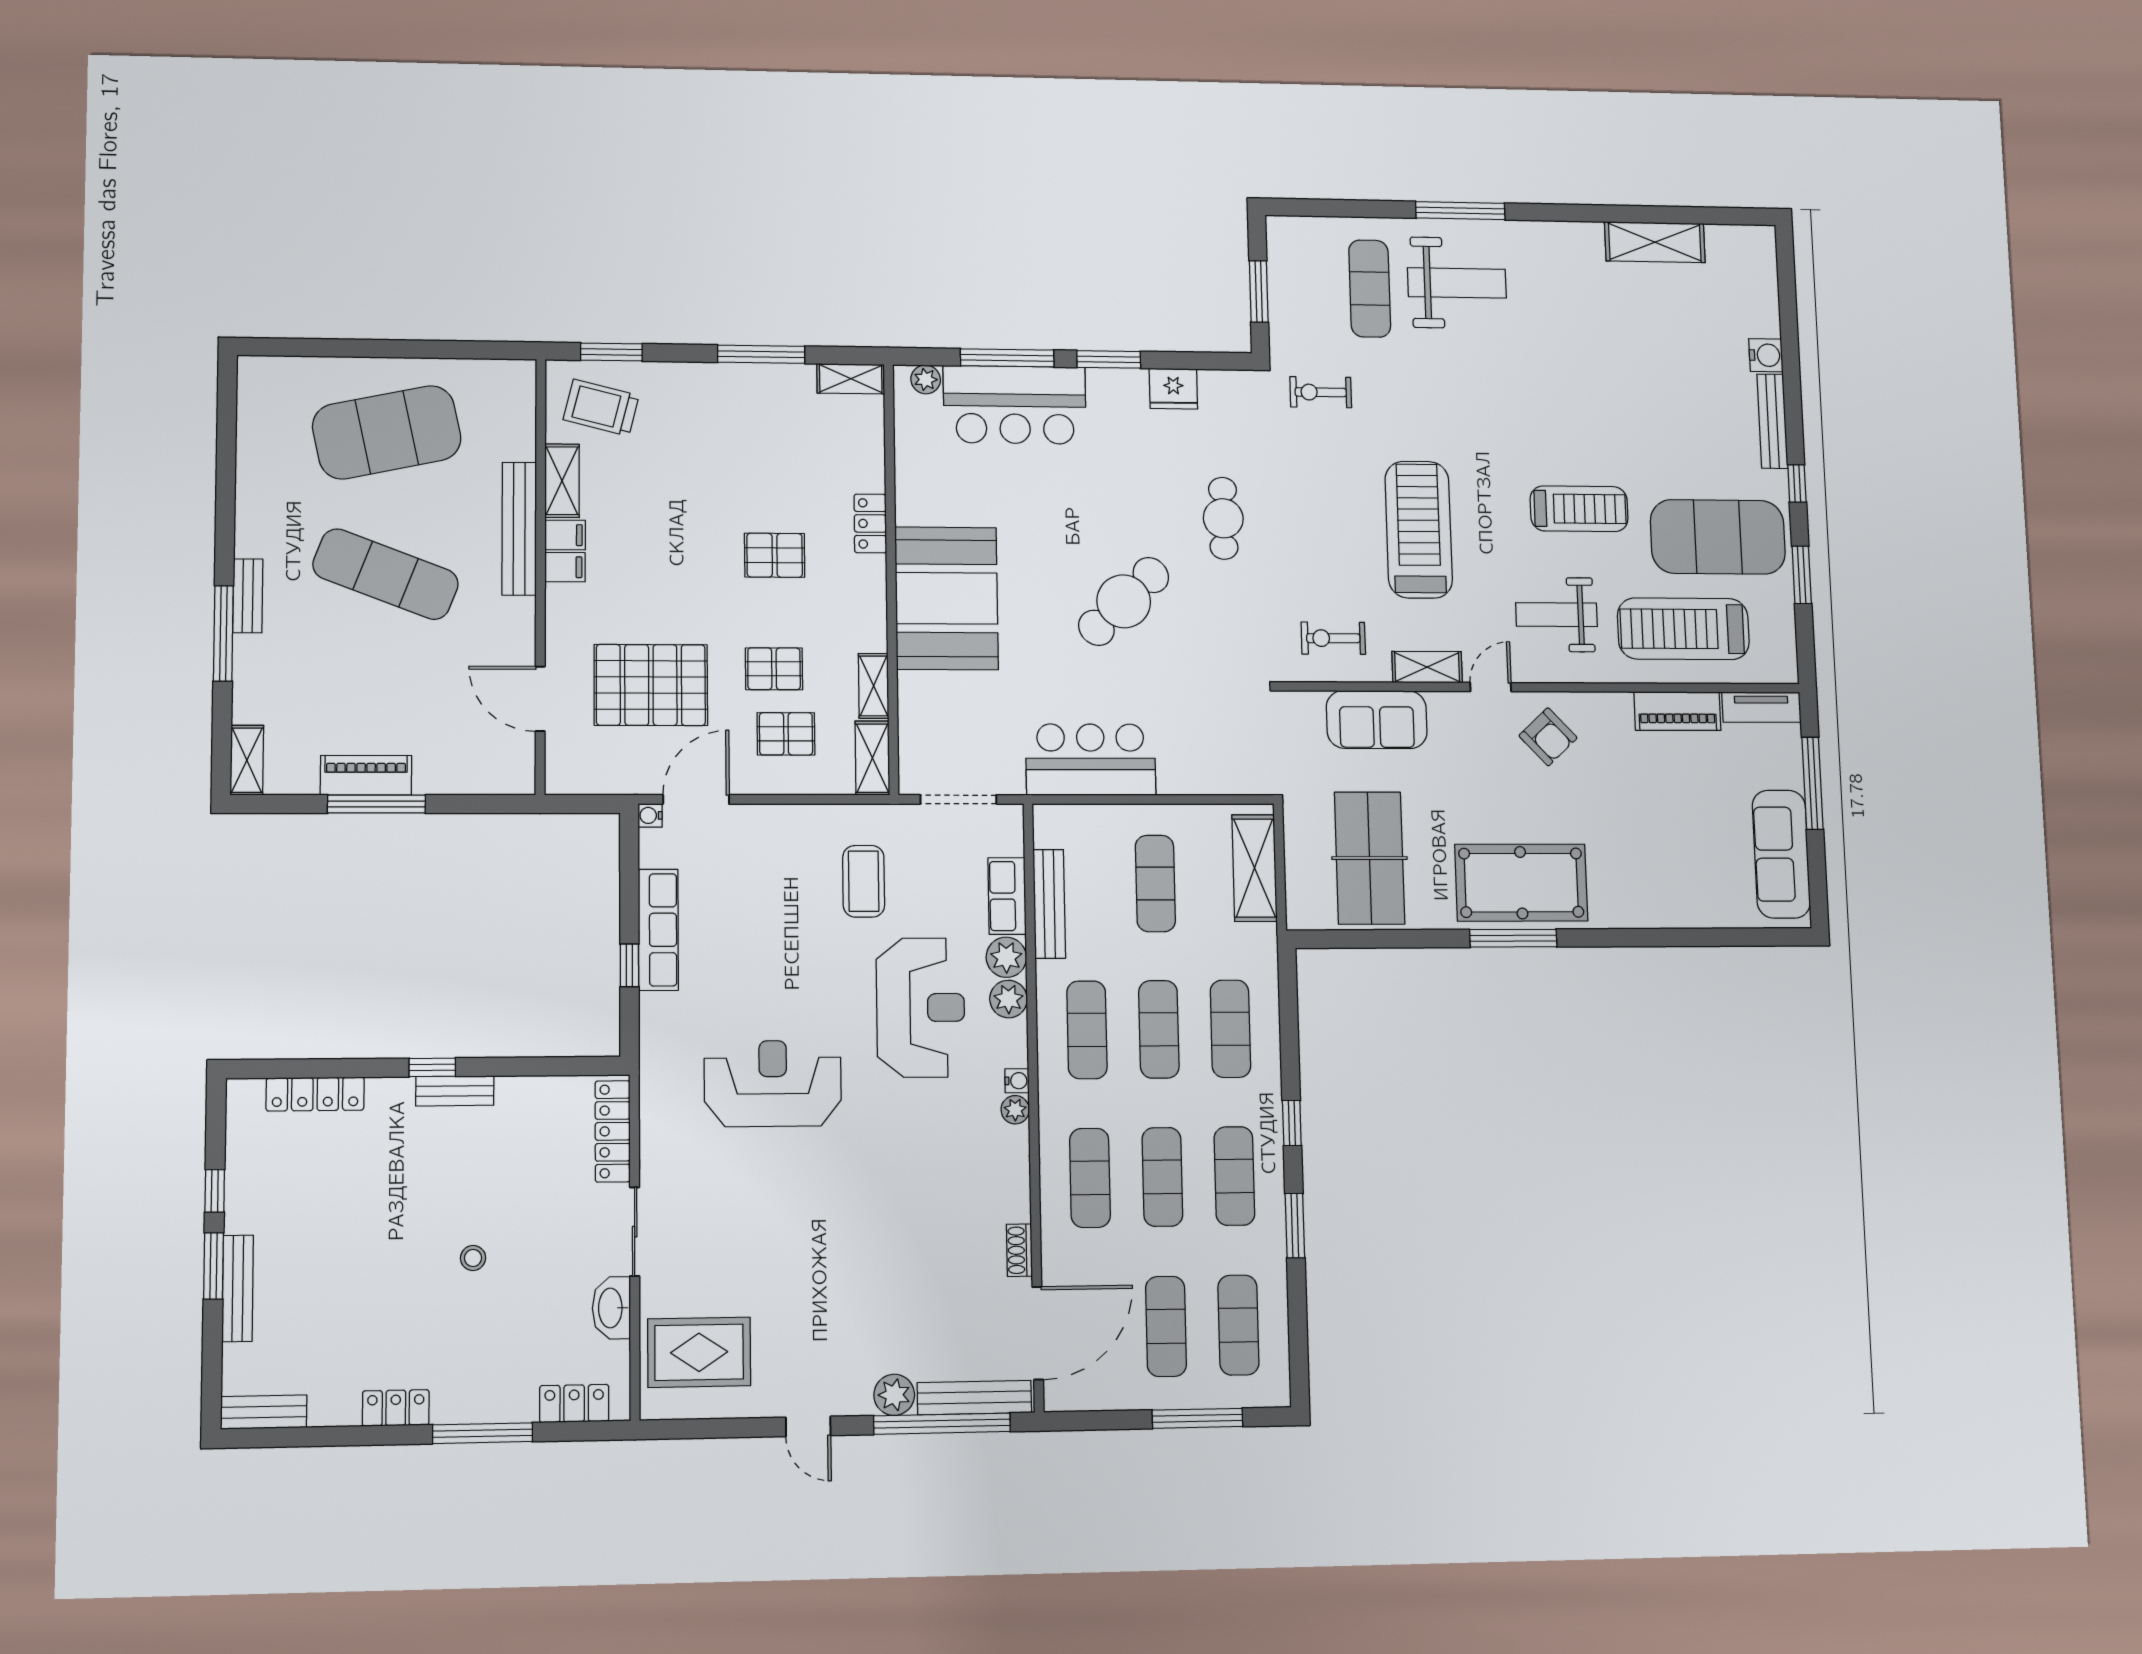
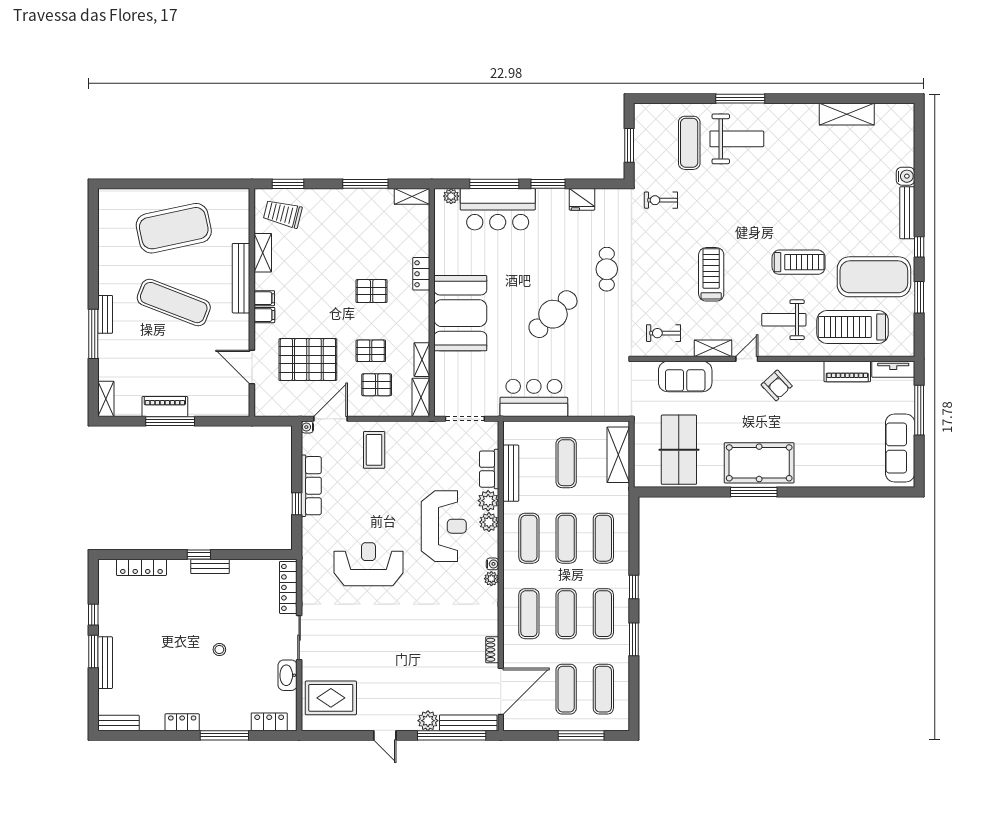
treadmill: (1419, 530) -> (711, 274), width x0.73, depth x0.73
filing cabinet: (565, 535) -> (264, 315), moved
coffee table: (864, 881) -> (374, 450), moved

